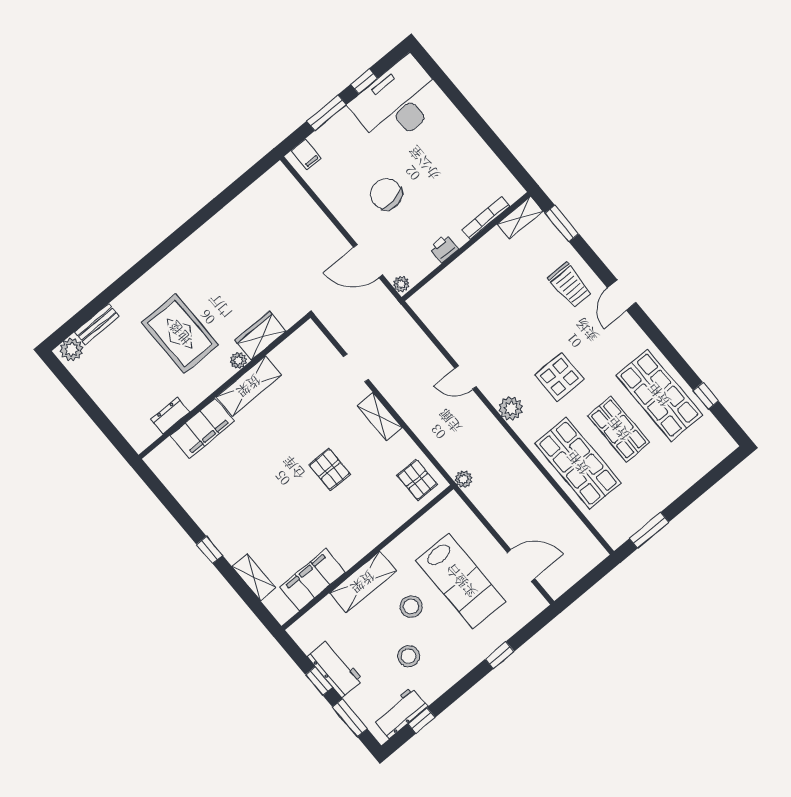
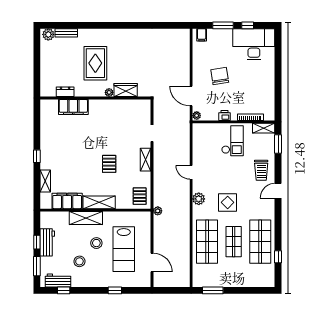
checkout: (488, 277) -> (232, 141), added
shelving: (249, 386) -> (99, 202), moved

